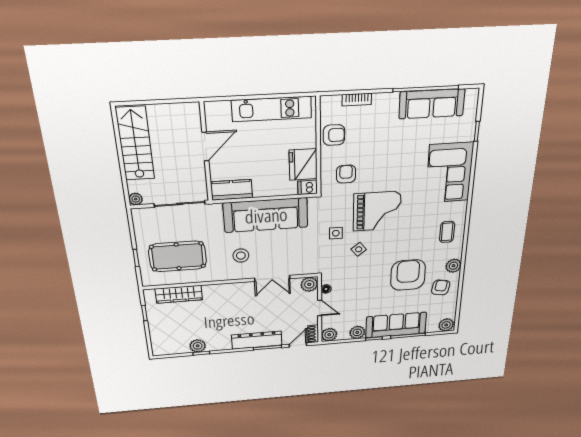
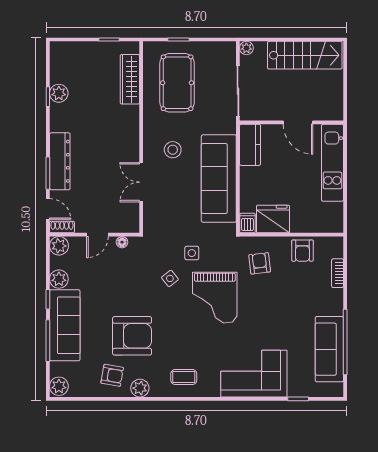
kitchen unit: (272, 109) -> (332, 163), moved
armchair: (346, 174) -> (260, 263), turned -97
plant: (309, 284) -> (130, 223), removed

